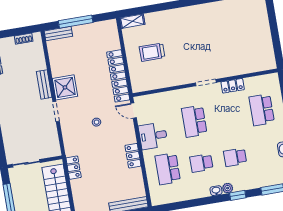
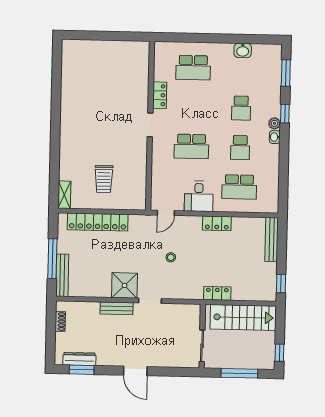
bench: (58, 34) -> (62, 275), width x1.36
locker: (118, 76) -> (98, 222), moved

